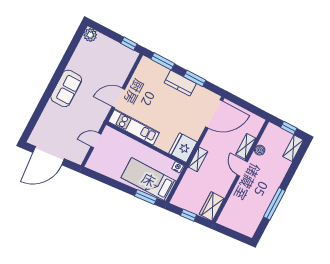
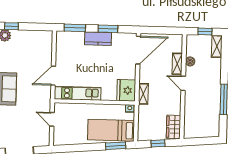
window: (129, 44) -> (11, 26), moved
door: (96, 140) -> (52, 119), hinge flipped

